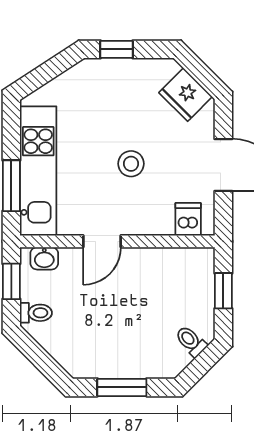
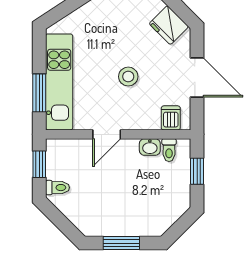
washbasin: (44, 258) -> (150, 147), moved
toilet: (191, 341) -> (169, 150), moved, turned -135

